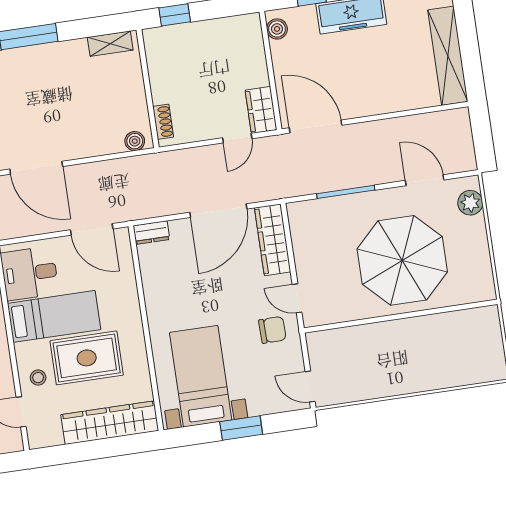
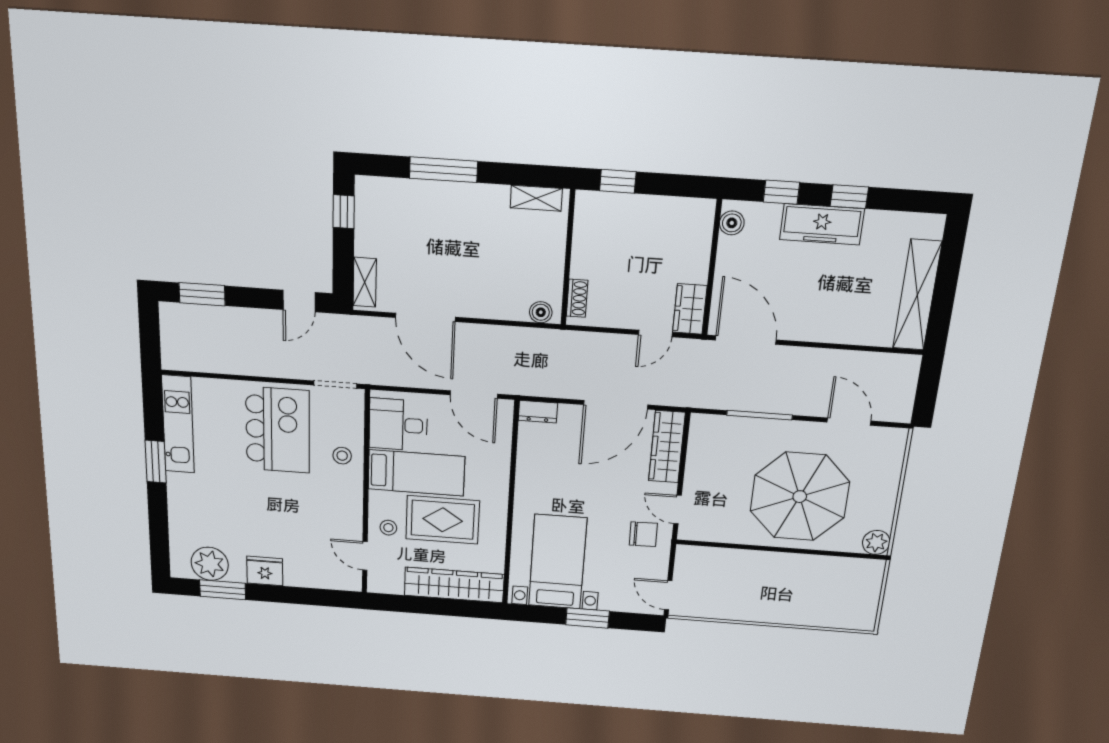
plant: (470, 203) -> (876, 542), moved

